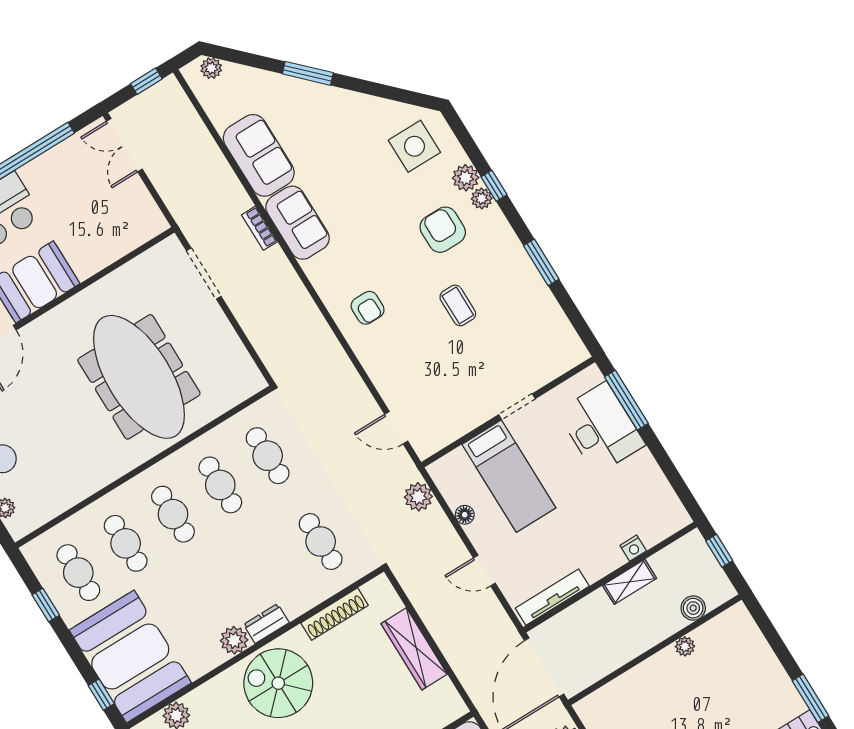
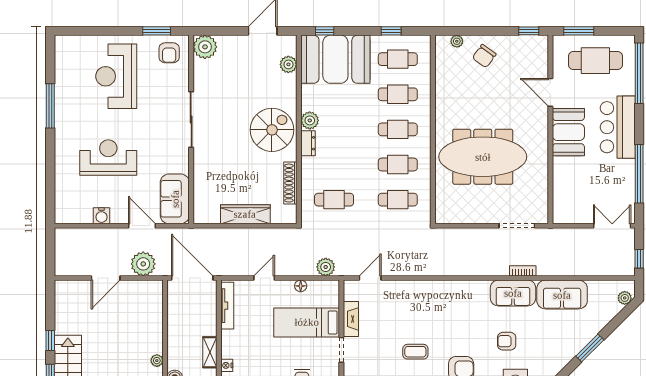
armchair: (368, 308) -> (507, 341), moved
fireplace: (467, 420) -> (351, 319), added

